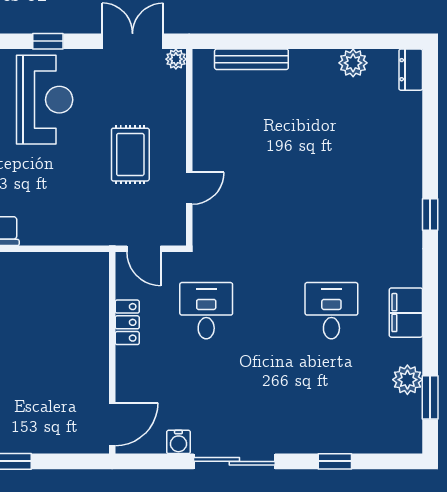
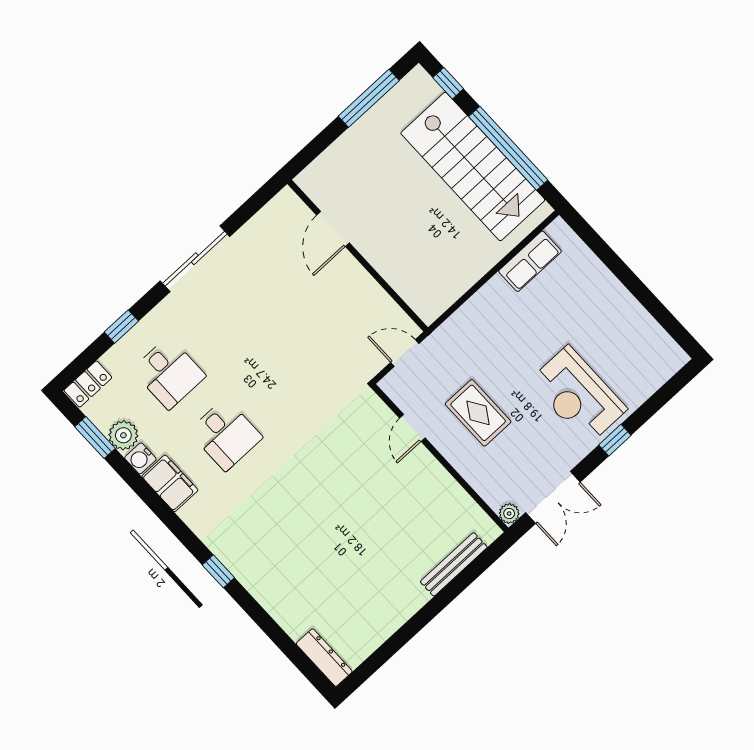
plant: (353, 63) -> (377, 630), removed
dresser: (411, 70) -> (324, 658), width x1.44
desk: (206, 311) -> (169, 373), moved
locker: (127, 322) -> (88, 384), moved, turned -90
door: (112, 424) -> (333, 229), moved
water cooler: (178, 442) -> (140, 458), moved, turned -90

